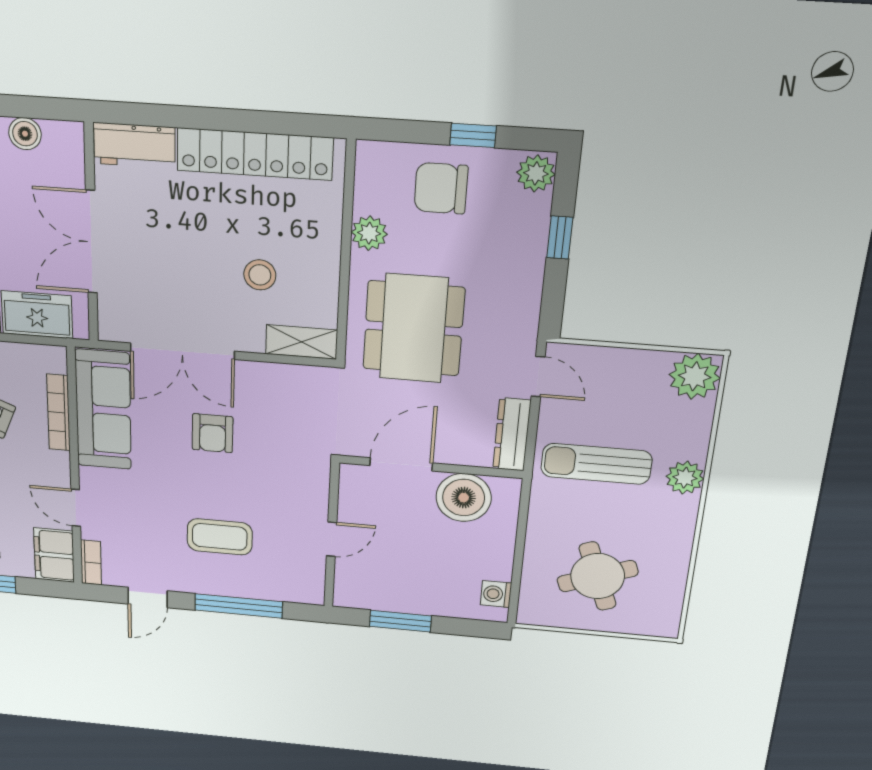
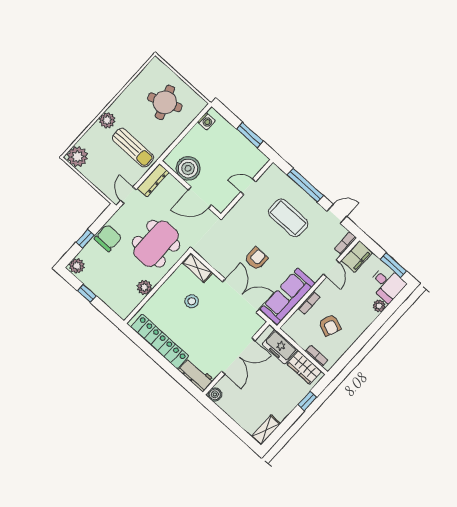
boiler: (25, 134) -> (215, 394), moved
chair: (441, 188) -> (108, 238), moved, turned -90
bookcase: (58, 413) -> (309, 303), width x0.64
coffee table: (220, 537) -> (288, 218), width x1.36, depth x1.32

